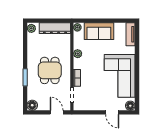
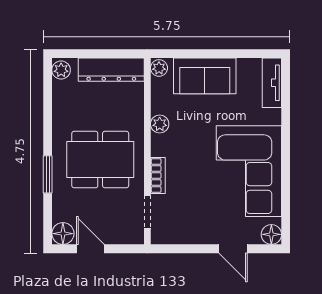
dining table: (50, 70) -> (100, 160), width x1.38
door: (57, 112) -> (90, 249), moved

